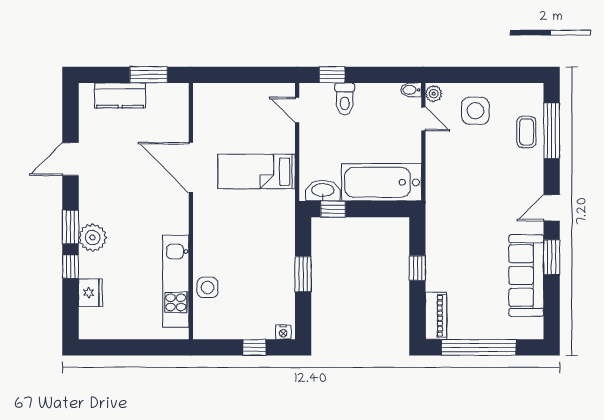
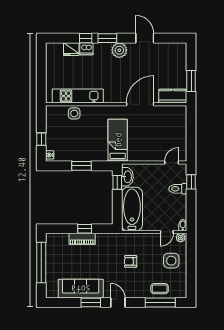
kitchen counter: (120, 95) -> (173, 96), moved, turned 90
bed: (257, 172) -> (118, 140), moved
armchair: (477, 185) -> (131, 261), added
plant: (93, 238) -> (119, 50), moved
dishwasher: (90, 265) -> (86, 49), added
piano: (436, 316) -> (82, 239), moved

